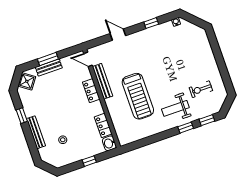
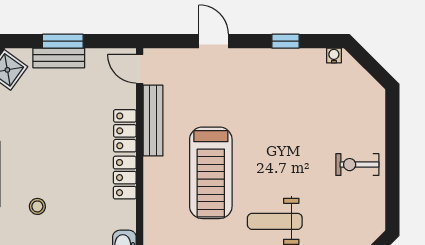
exercise bike: (201, 89) -> (357, 165), moved
locker: (103, 125) -> (125, 178), moved

